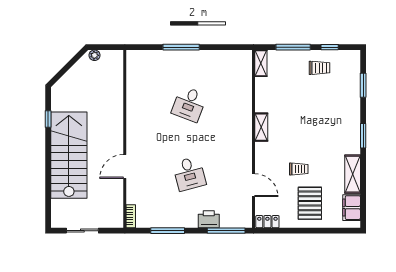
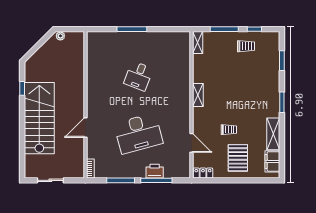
desk: (189, 174) -> (138, 133), width x1.87, depth x1.30
window: (226, 231) -> (156, 180), moved

